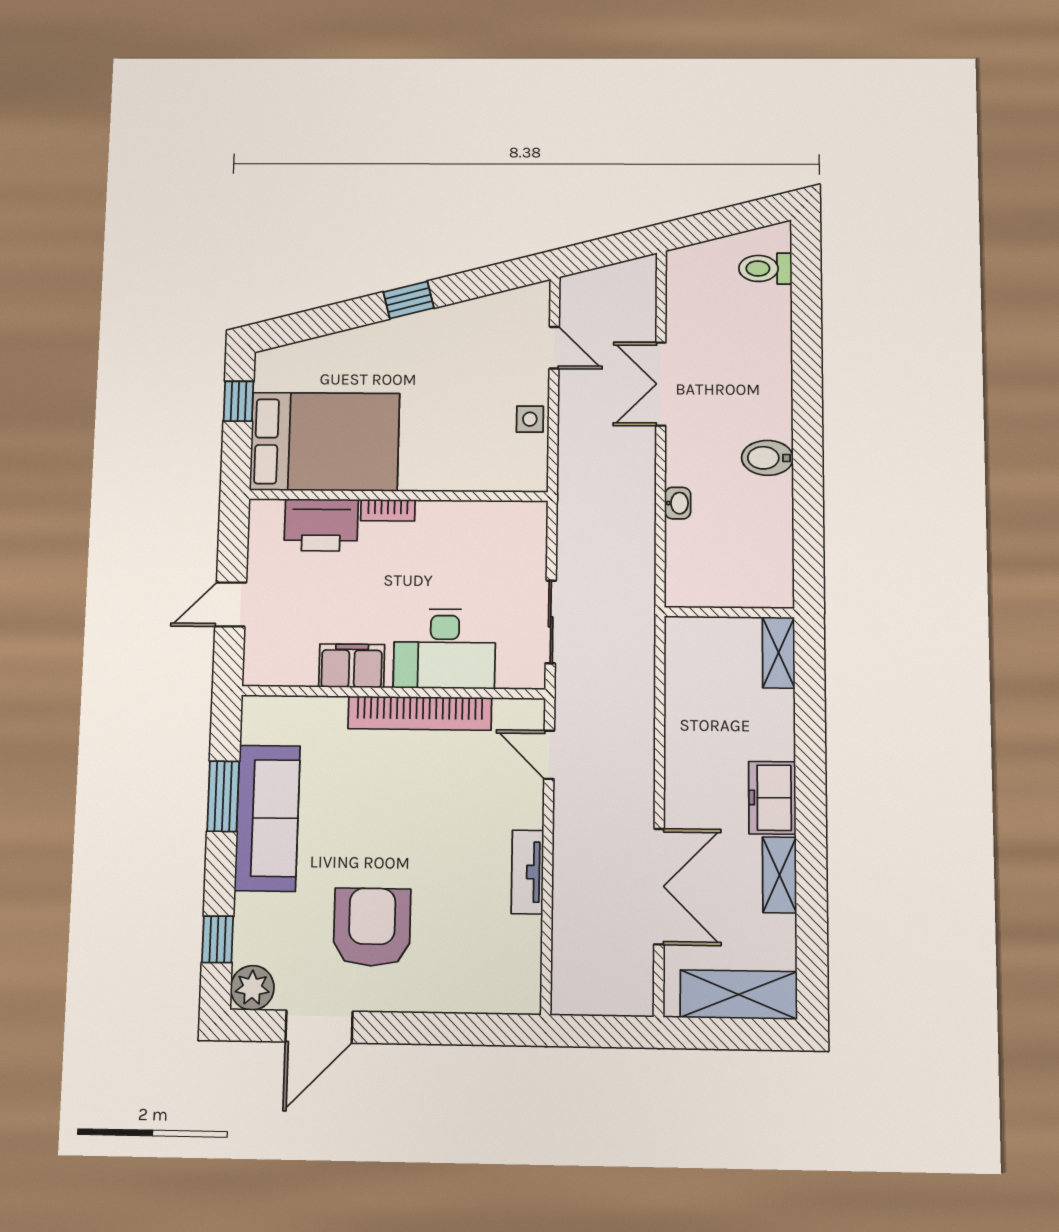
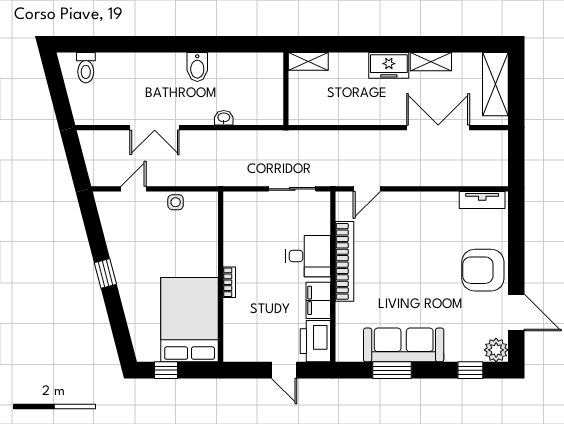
printer: (321, 525) -> (315, 341), moved, turned 180
desk: (445, 649) -> (308, 256), width x0.73
tv unit: (527, 872) -> (482, 200), moved
armchair: (372, 927) -> (483, 270), moved

